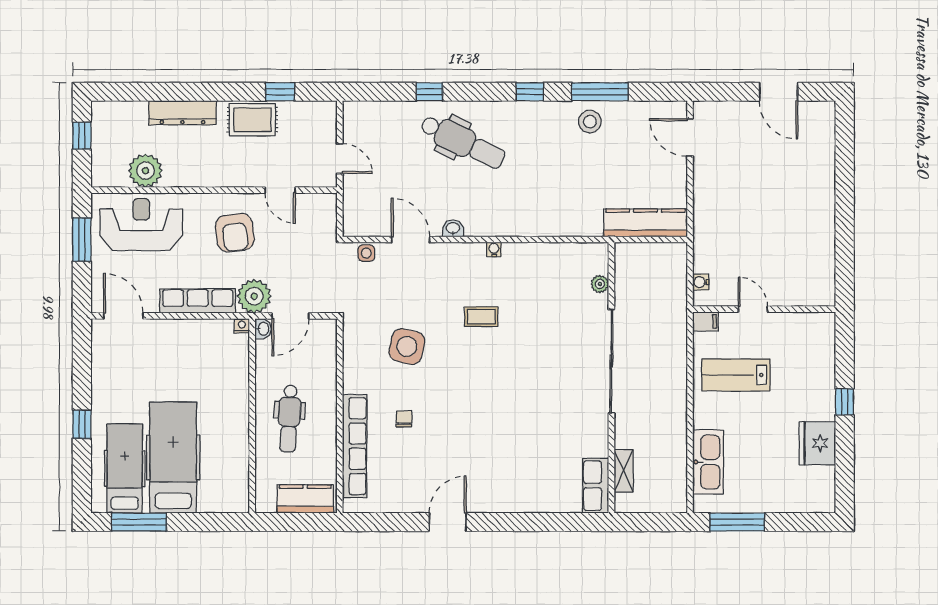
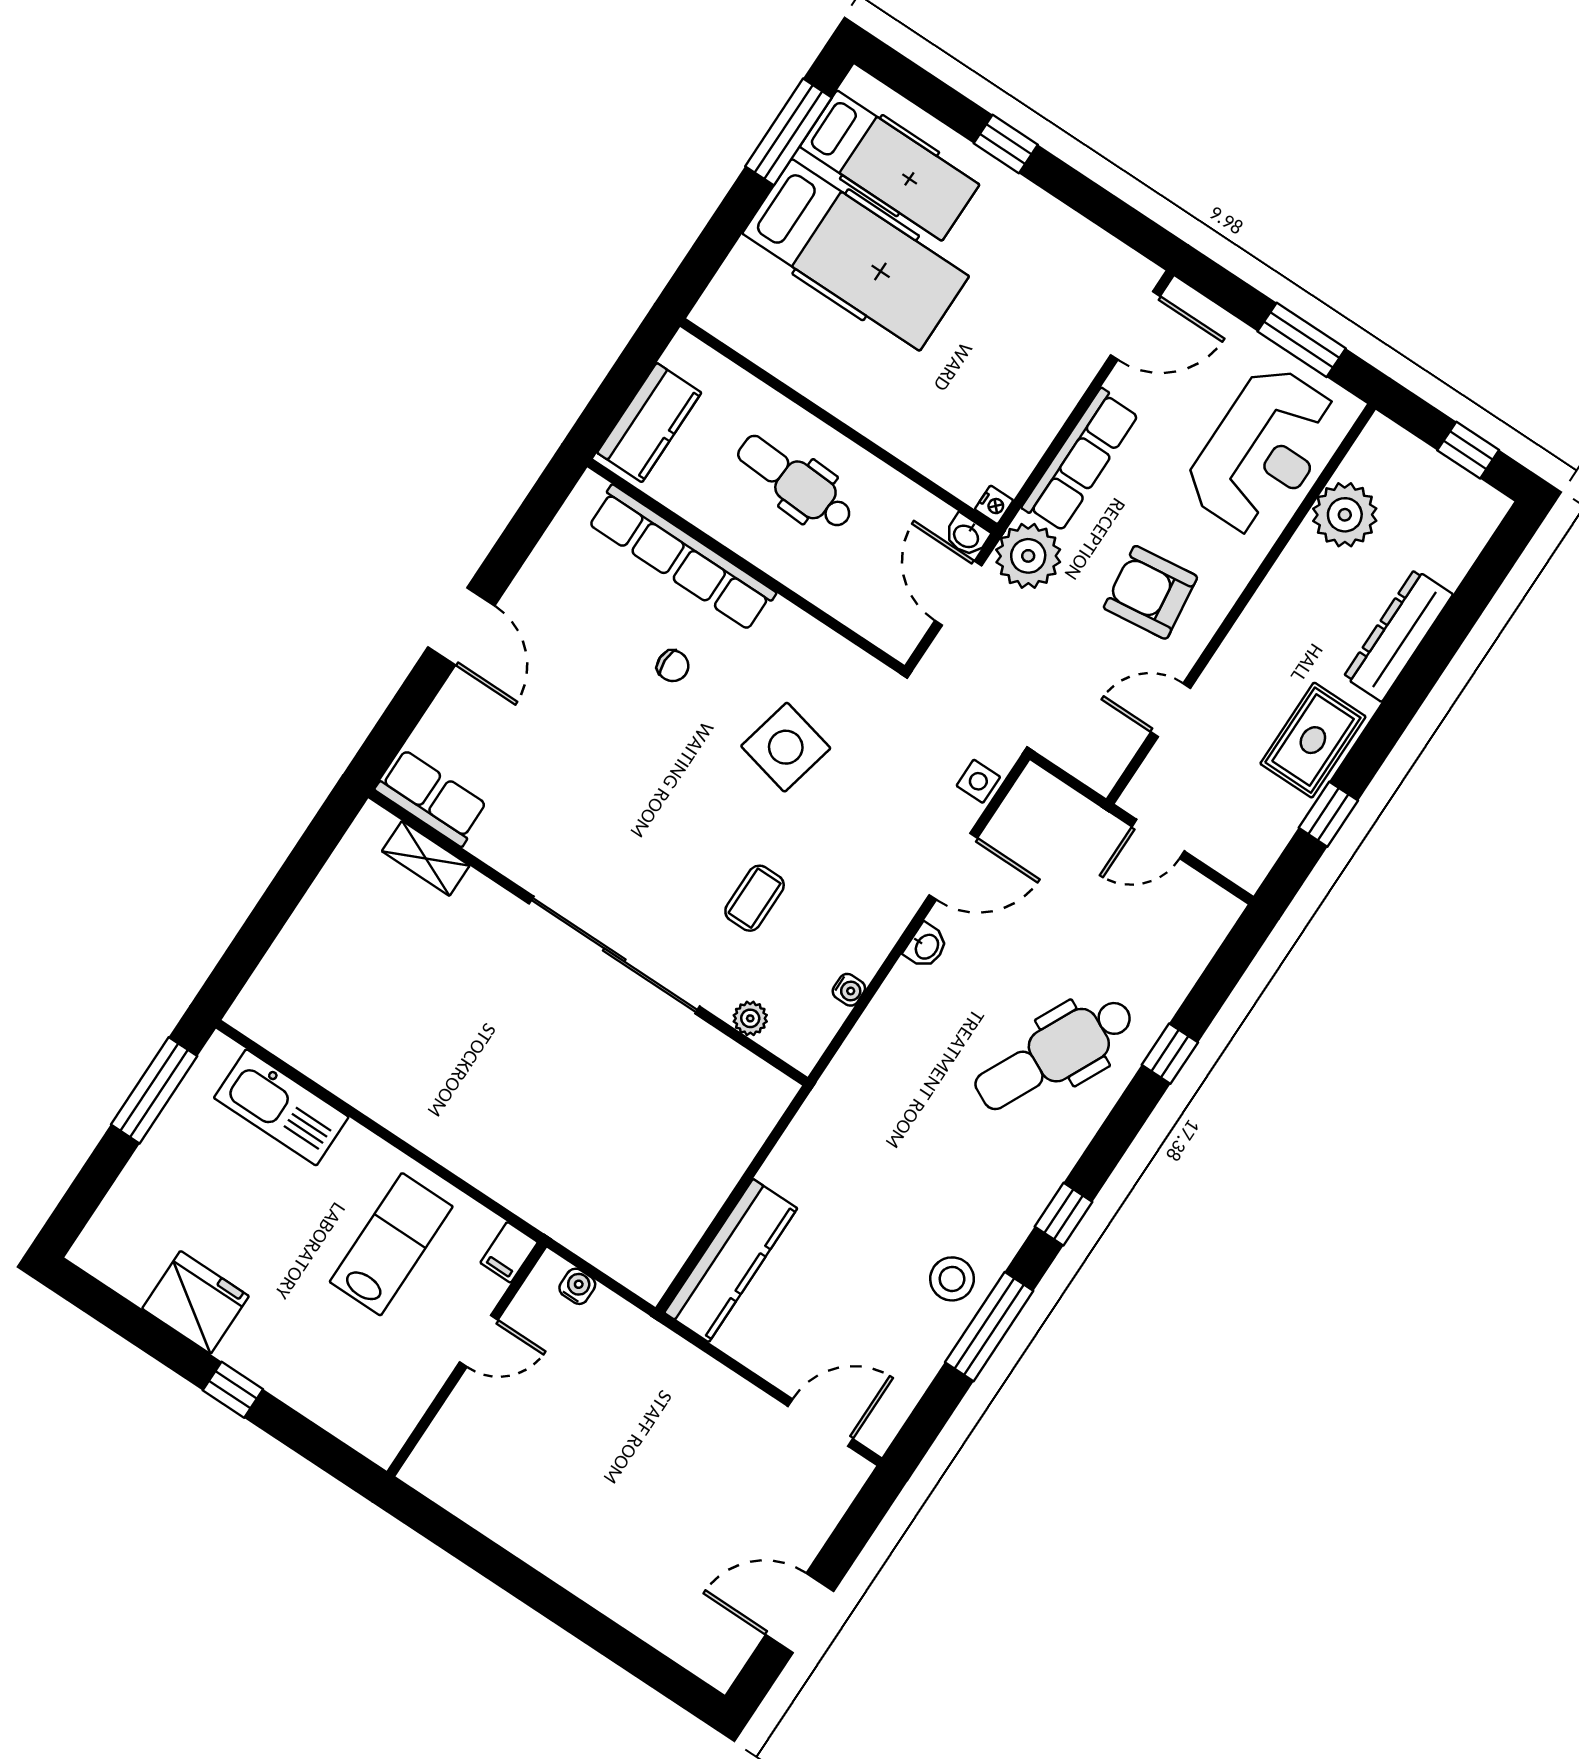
plant: (600, 284) -> (750, 1018), moved
sliding door: (611, 361) -> (614, 955), moved
wall: (611, 378) -> (588, 938), moved
shelving: (624, 471) -> (426, 858), moved
row of seats: (596, 486) -> (432, 798), moved

